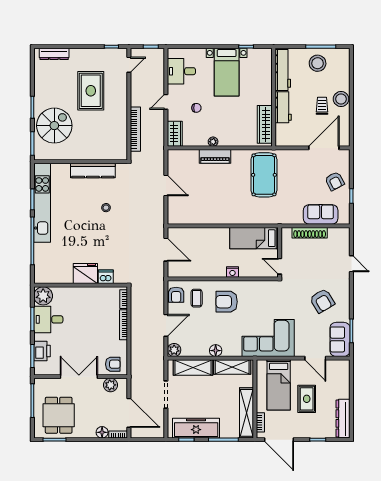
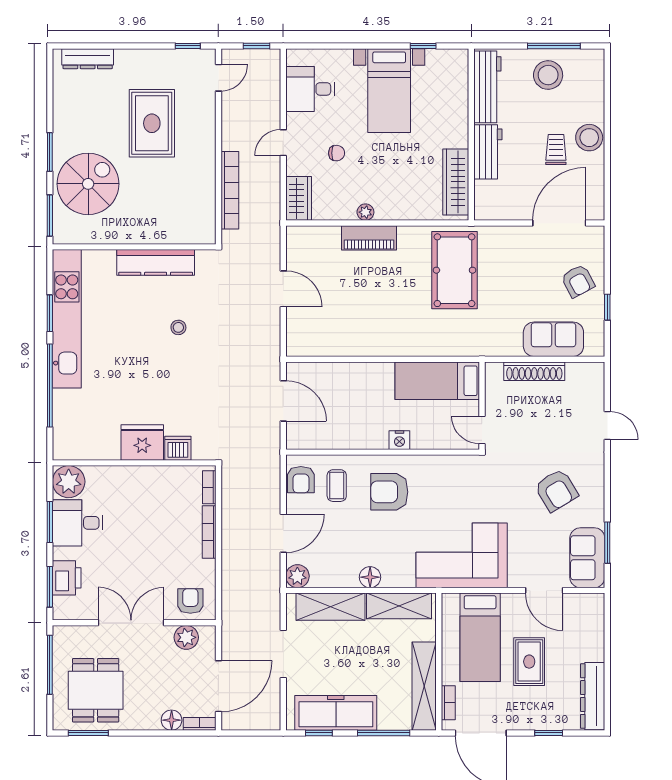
armchair: (113, 364) -> (190, 601), turned -90
door: (129, 413) -> (218, 686), hinge flipped

